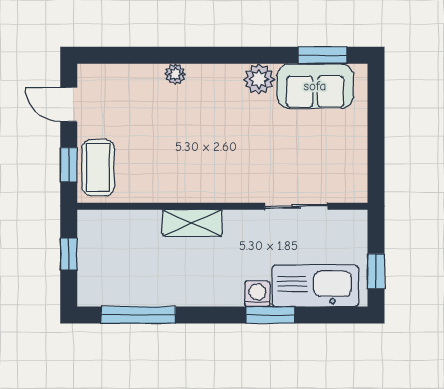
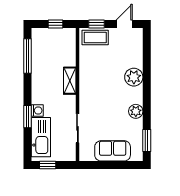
plant: (175, 74) -> (134, 77), width x1.88, depth x1.88
sofa: (315, 86) -> (113, 151), moved, turned 90

